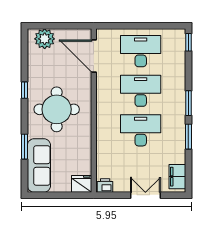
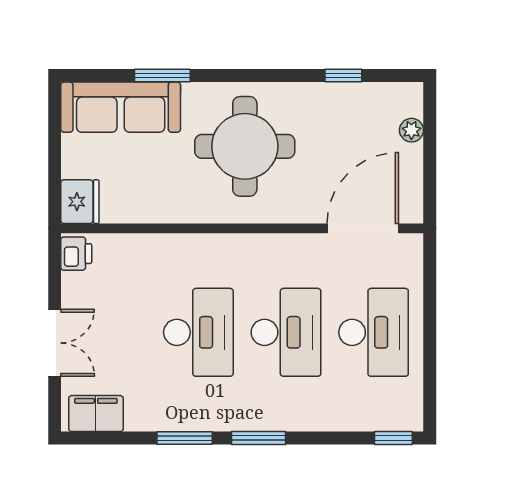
plant: (45, 39) -> (411, 130), width x0.53, depth x0.53
window: (25, 90) -> (343, 75), moved

